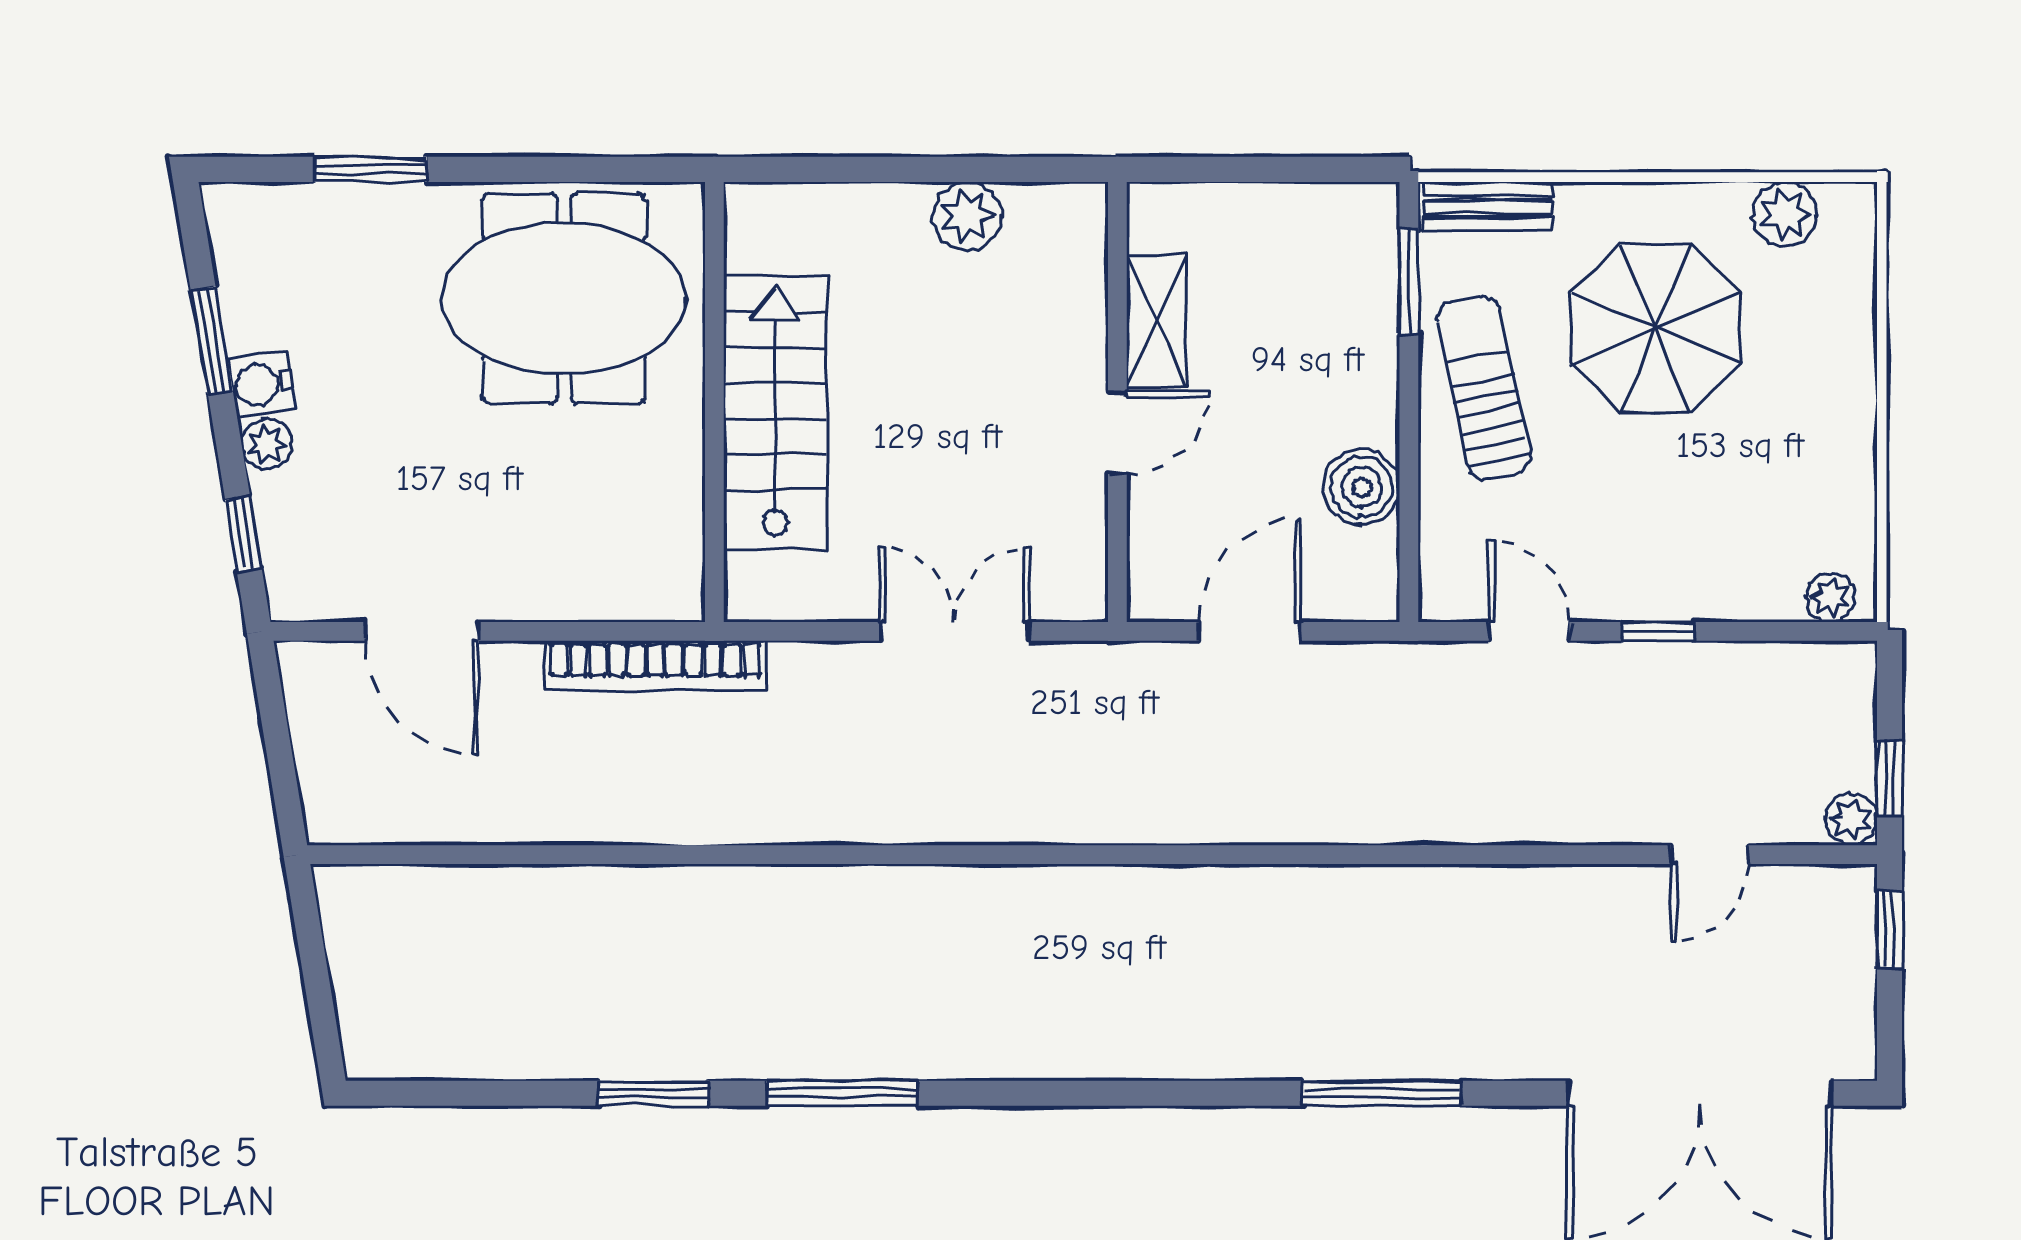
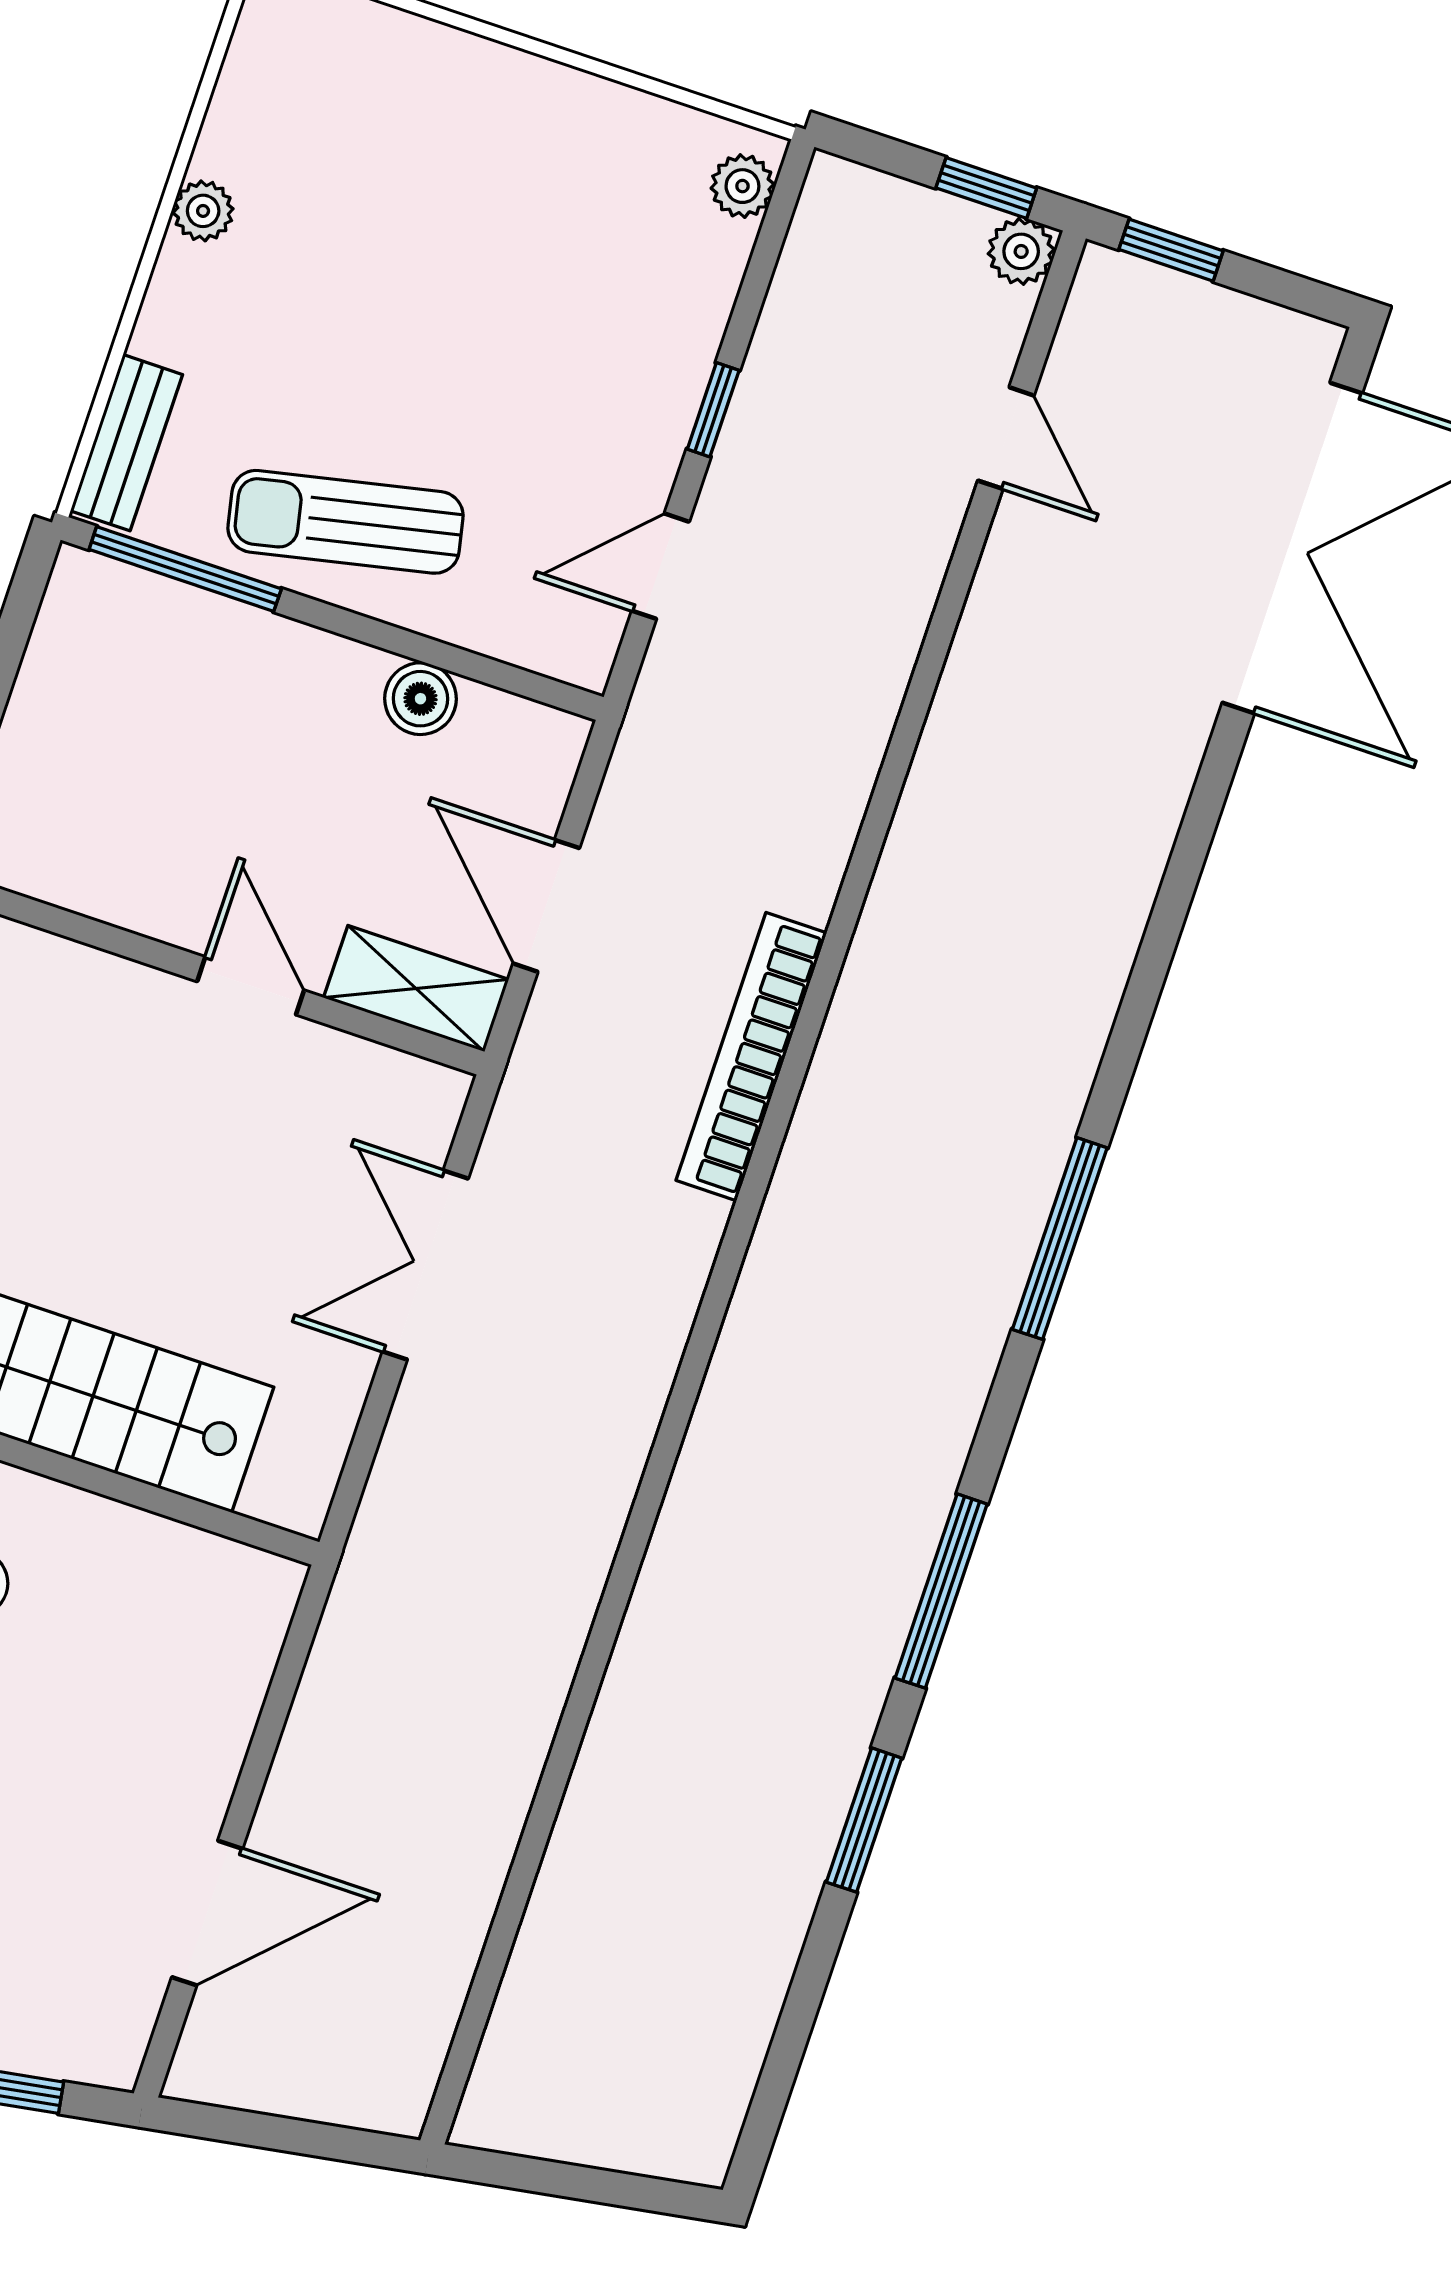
plant: (1785, 214) -> (203, 211), moved, width x0.73, depth x0.73
window: (1409, 281) -> (185, 569), width x1.44
shelving: (1157, 322) -> (416, 989), moved
parasol: (1655, 328) -> (344, 288), removed
boiler: (1361, 487) -> (420, 699), width x0.73, depth x0.73
bookcase: (655, 666) -> (751, 1057), moved, turned 180
window: (1382, 1093) -> (1060, 1239), moved

